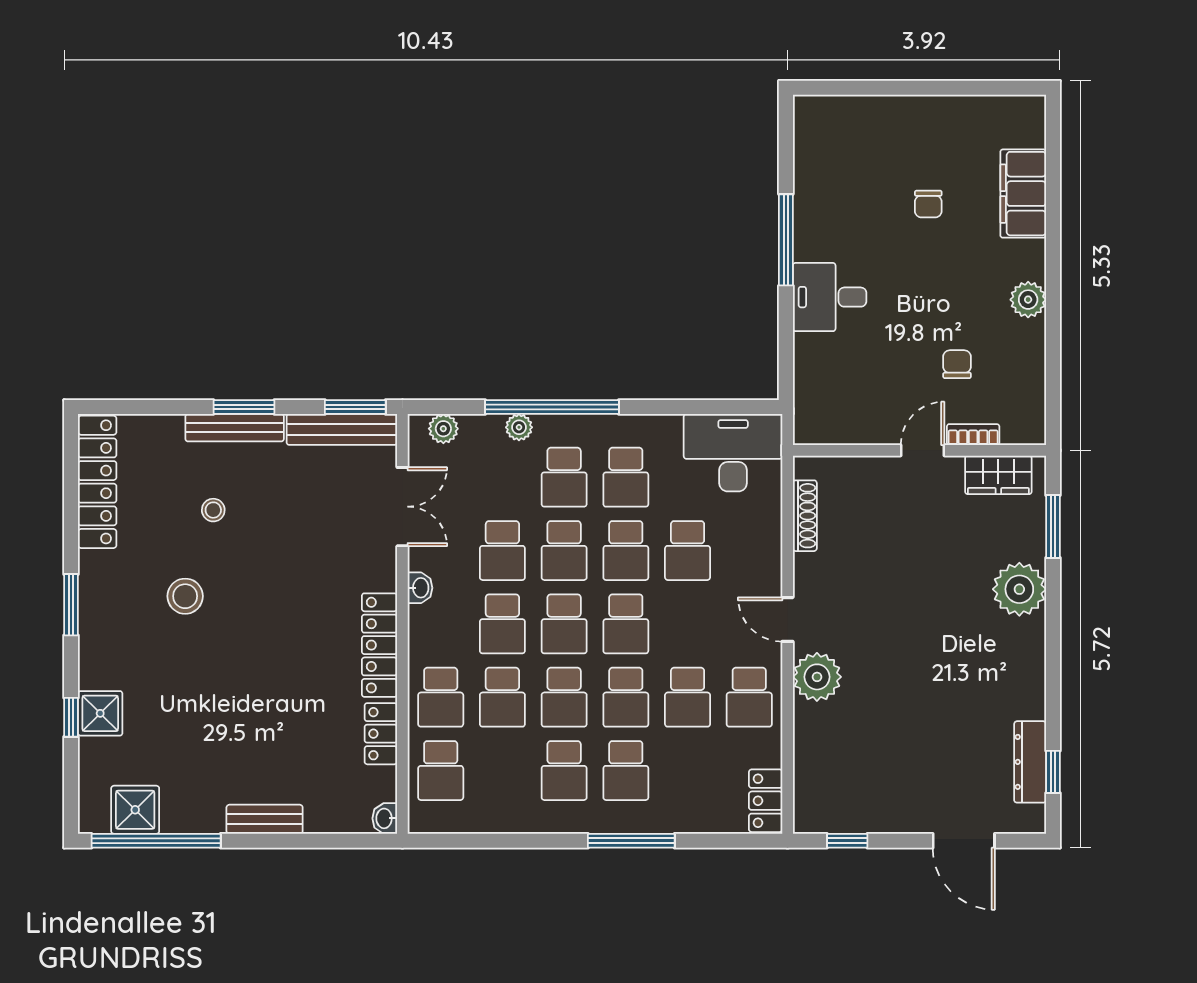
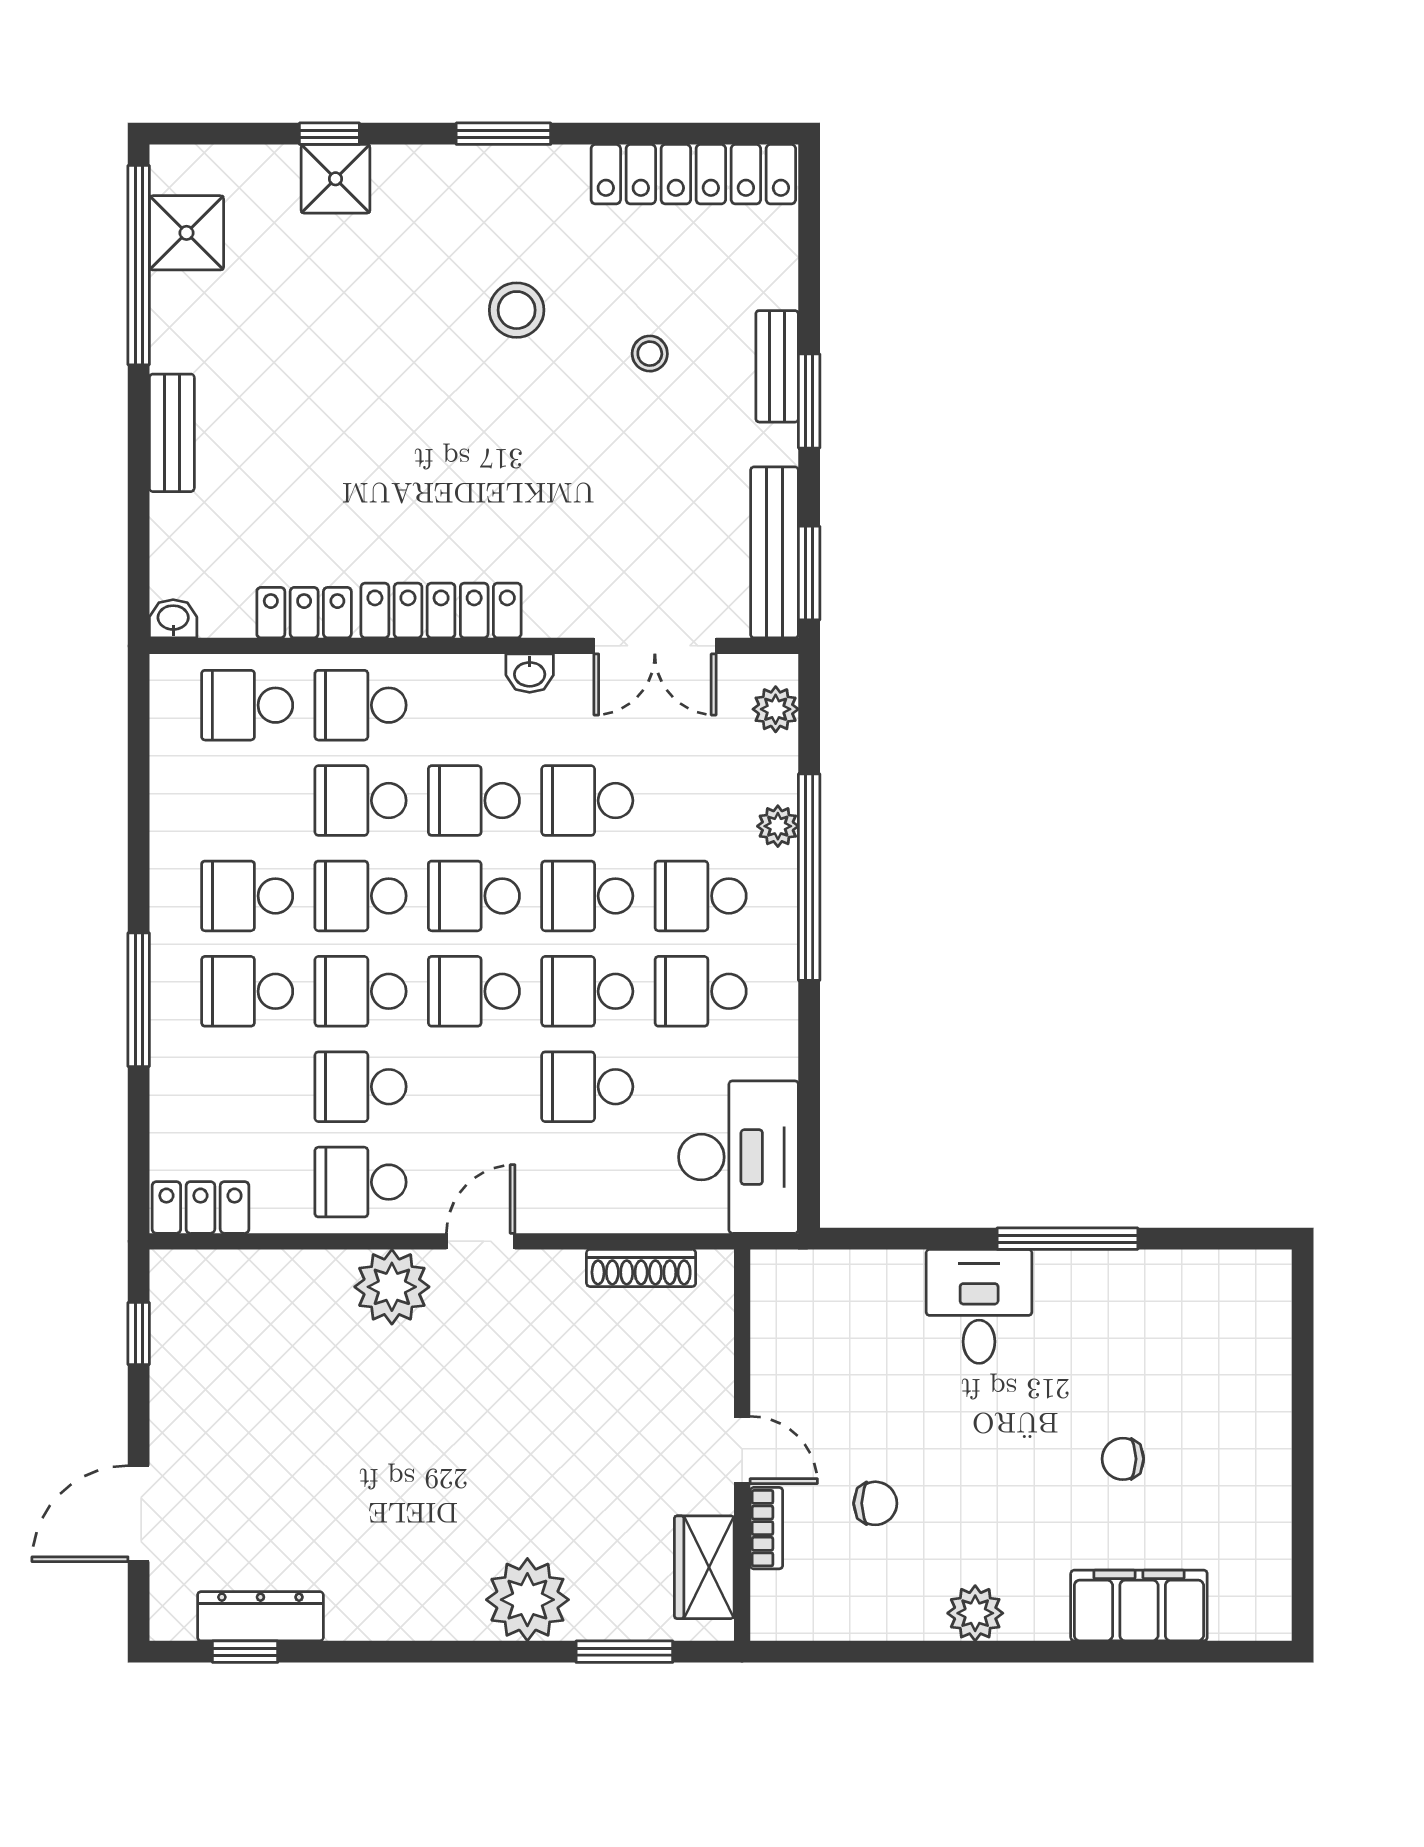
bench: (235, 428) -> (777, 366), width x0.73

